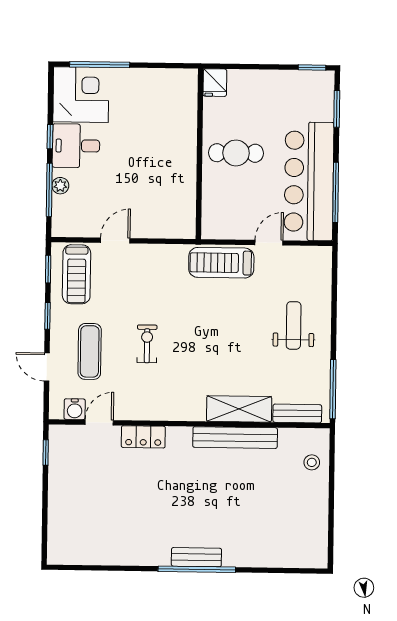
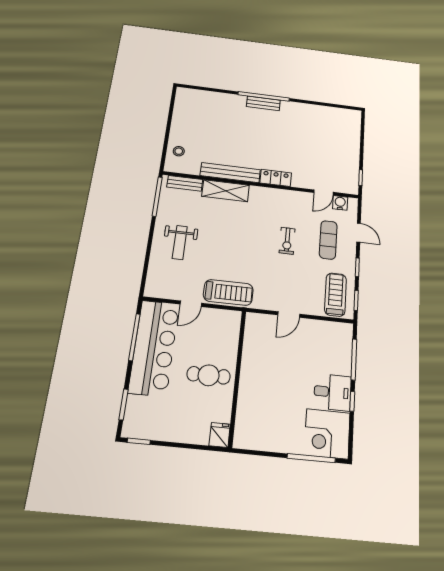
plant: (60, 186) -> (345, 362), removed
door: (115, 241) -> (289, 314), moved
locker: (143, 437) -> (276, 178), moved

